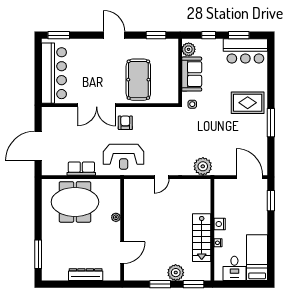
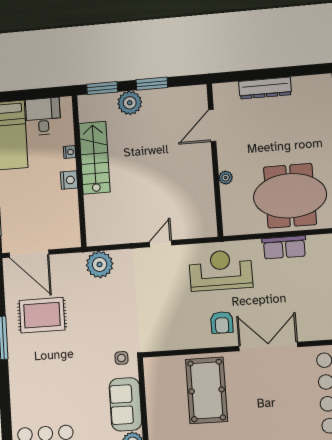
rug: (248, 103) -> (42, 315), moved

